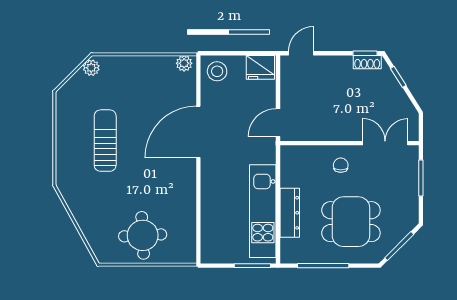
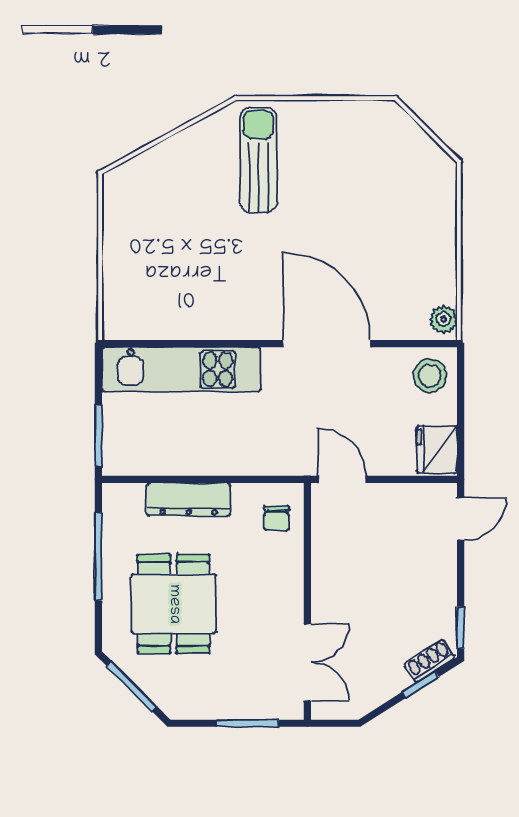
door: (301, 53) -> (461, 519), hinge flipped
shoe rack: (367, 62) -> (430, 661), moved, turned 58
plant: (91, 68) -> (436, 161), removed
sun lounger: (105, 141) -> (258, 160), moved, turned -90
chair: (341, 165) -> (277, 519), moved, turned 90
kitchen unit: (263, 211) -> (181, 369), moved, turned 180
round table: (143, 235) -> (150, 249), removed

